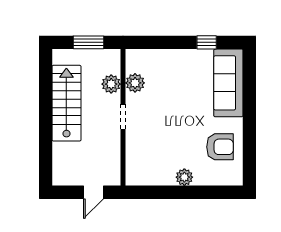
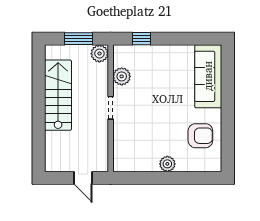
window: (207, 42) -> (141, 39), moved
plant: (111, 84) -> (99, 54), moved
door: (93, 192) -> (83, 178), hinge flipped

